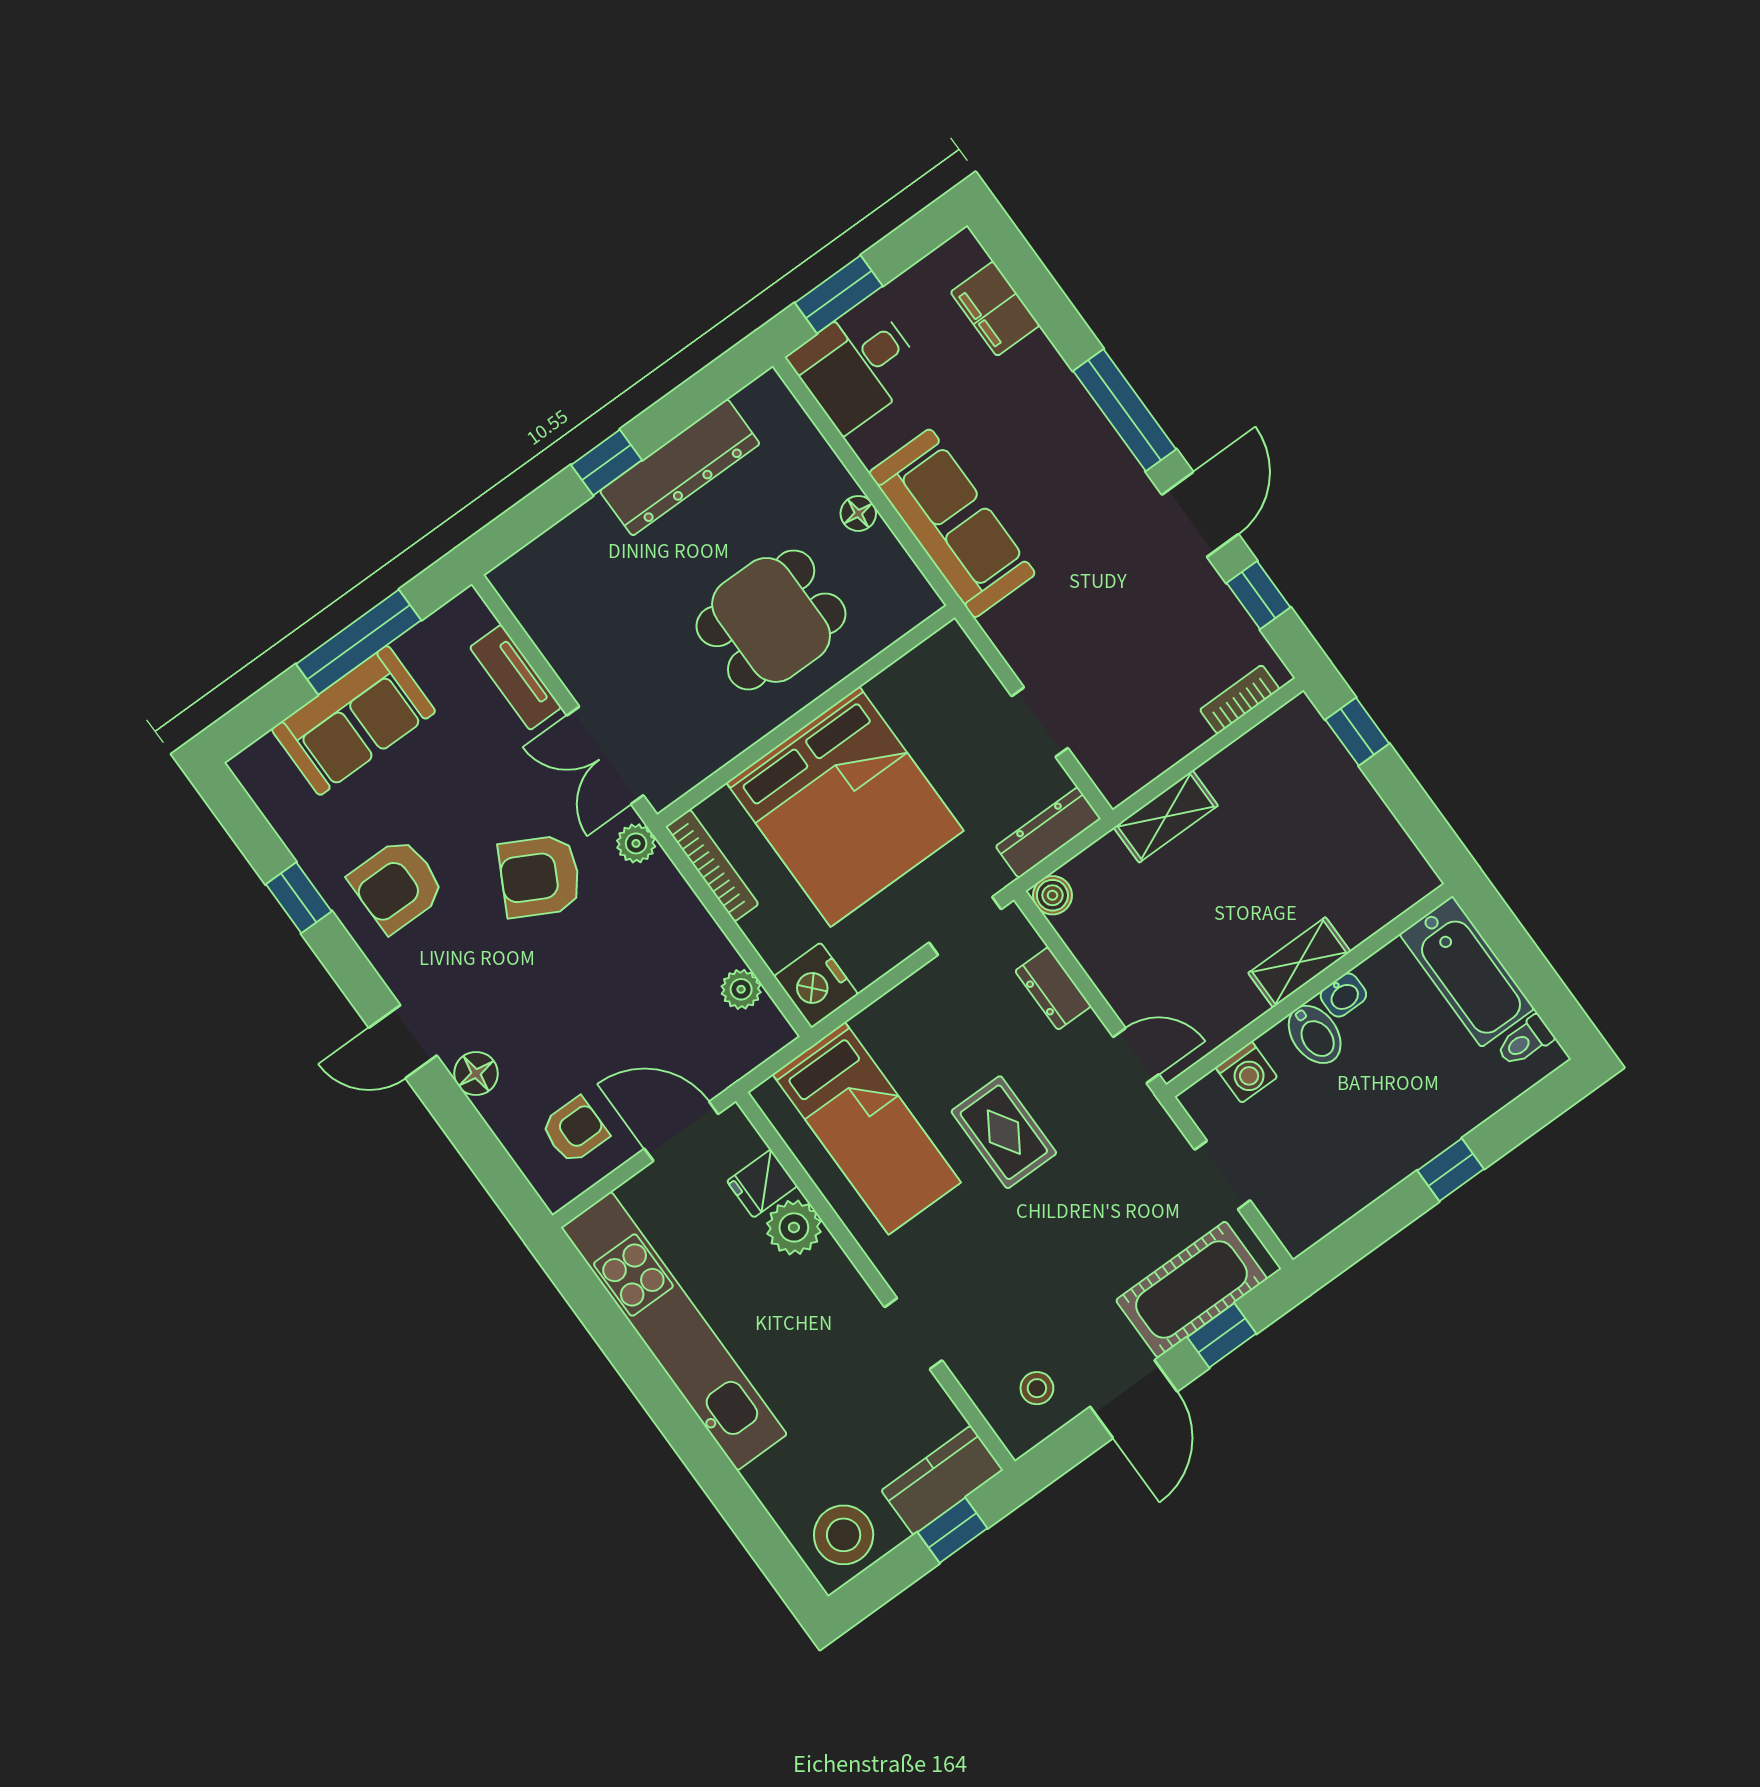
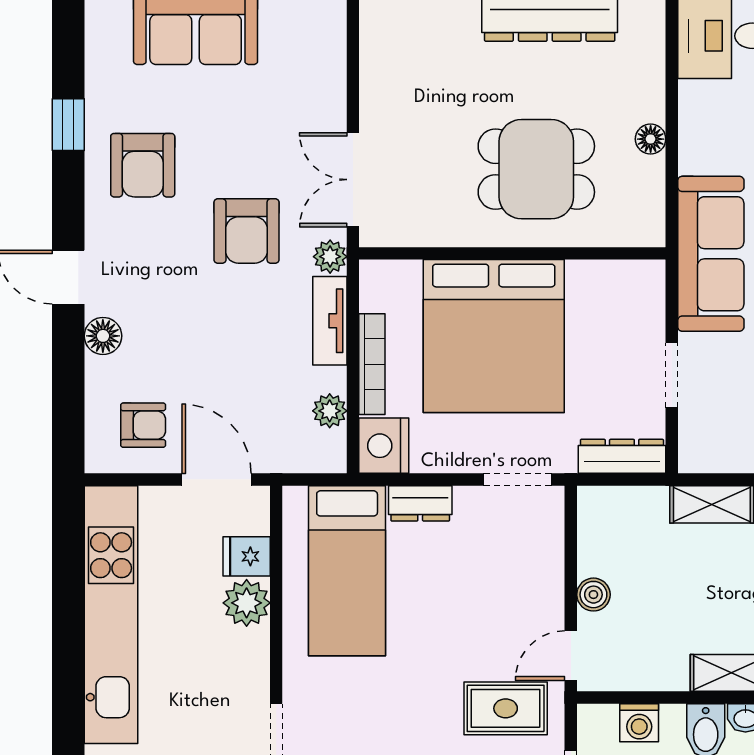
sofa: (952, 523) -> (711, 254), moved
tv unit: (516, 677) -> (330, 321), moved
bookcase: (712, 865) -> (372, 364), moved
armchair: (540, 876) -> (247, 231), turned -118
armchair: (397, 885) -> (143, 165), turned -90
boiler: (1052, 895) -> (593, 595), moved
dresser: (1053, 988) -> (420, 503), moved, turned -90
door: (1136, 1056) -> (571, 656), swing flipped
rug: (1004, 1132) -> (506, 708), moved, turned 90

